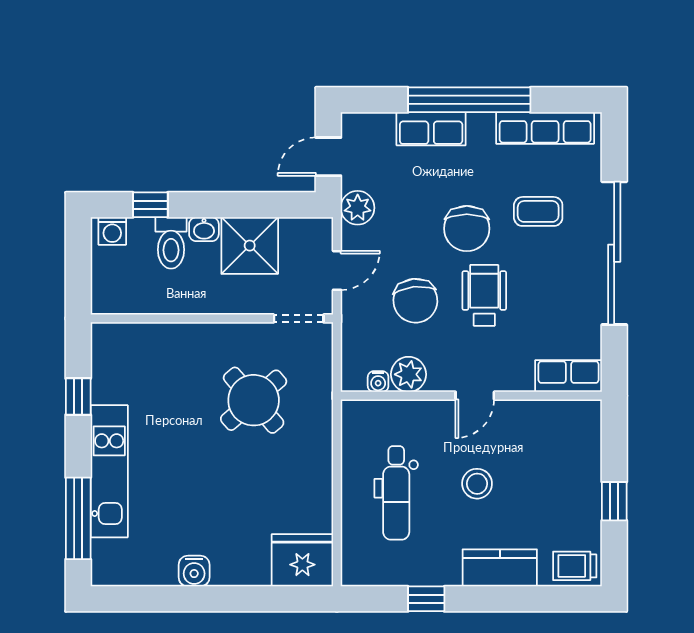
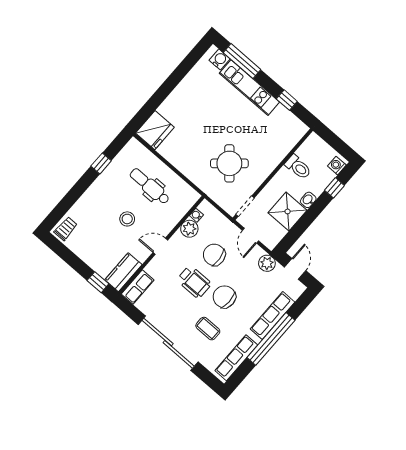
row of seats: (431, 129) -> (273, 316), width x1.48
coffee table: (538, 211) -> (208, 329), turned 90
toilet: (171, 243) -> (298, 167), moved, turned 180
door: (475, 396) -> (160, 246), hinge flipped
window: (614, 501) -> (98, 282), moved
kitchen counter: (500, 568) -> (123, 272), moved, turned 180
water cooler: (194, 571) -> (220, 60), moved, turned 90

